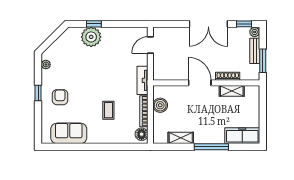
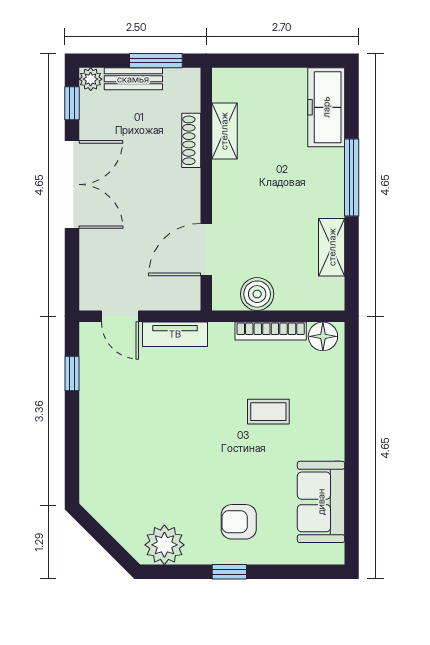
window: (94, 24) -> (72, 373), moved
plant: (91, 37) -> (102, 451), removed
plant: (46, 65) -> (164, 545), width x1.87, depth x1.87
tv unit: (142, 80) -> (175, 334), moved
door: (200, 83) -> (206, 250), moved

